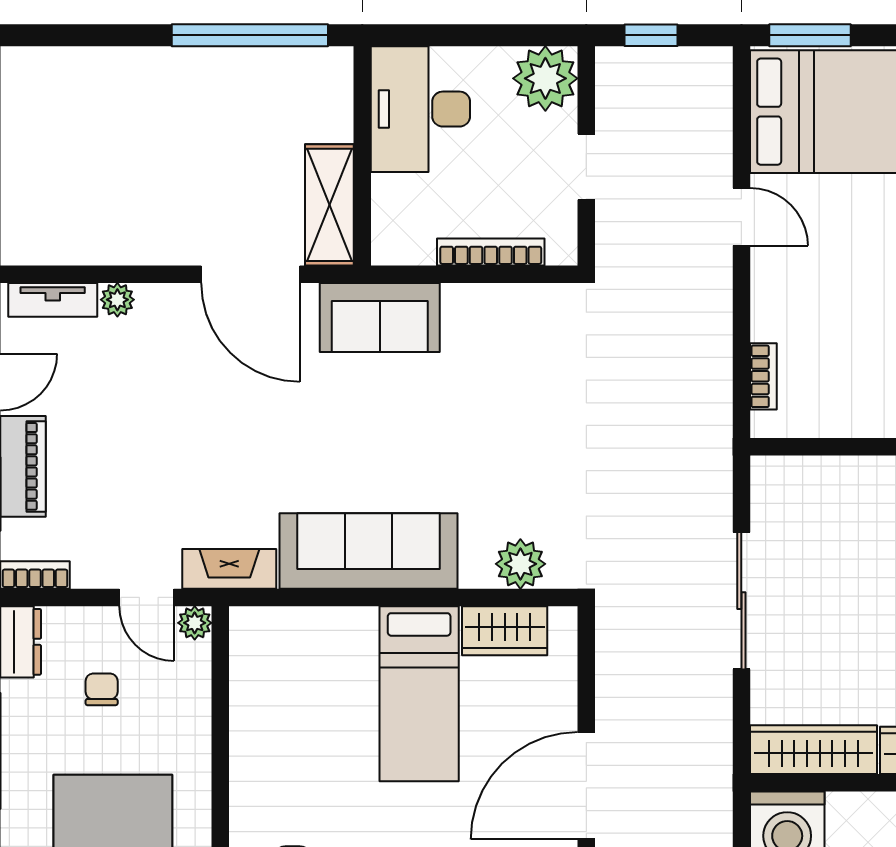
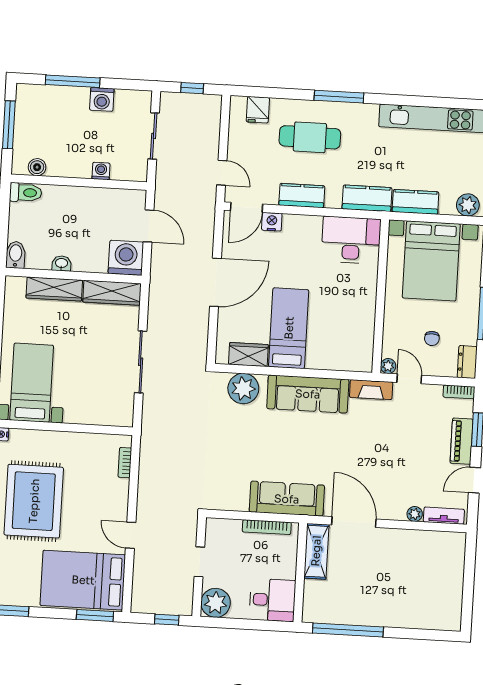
desk: (420, 109) -> (272, 600), width x0.73
bookcase: (491, 252) -> (267, 527), moved
sofa: (380, 318) -> (287, 499), width x1.36
plant: (520, 564) -> (243, 389), width x1.36, depth x1.36

